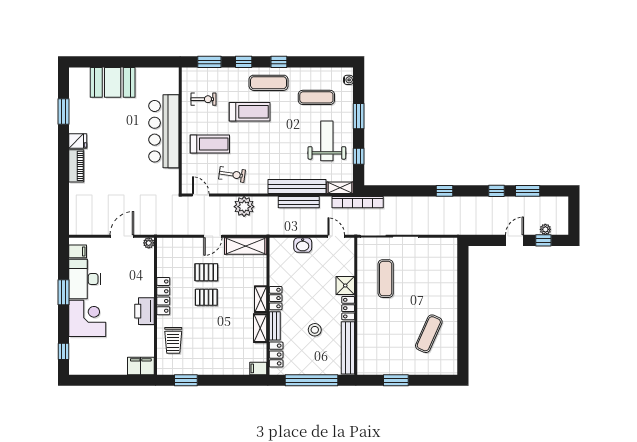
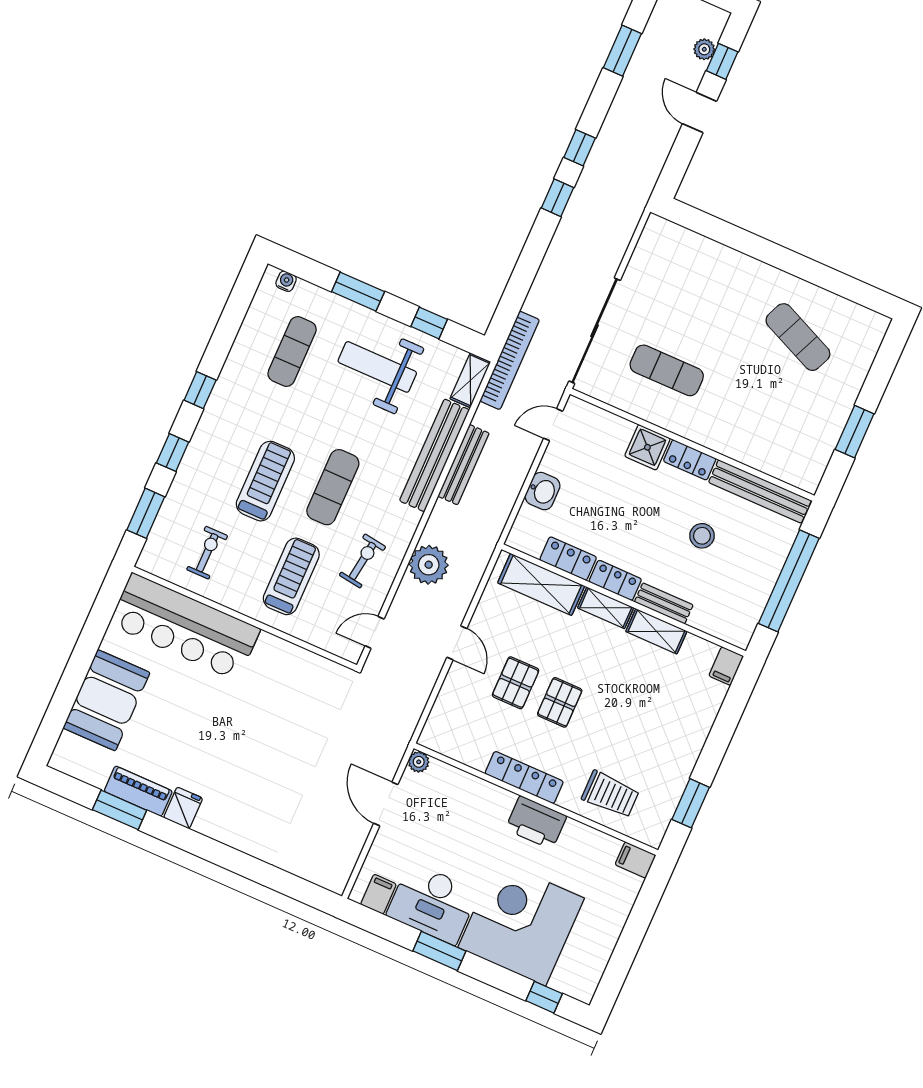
exercise mat: (269, 83) -> (333, 487), moved
bar counter: (164, 131) -> (185, 627), moved
piano: (76, 166) -> (138, 791), moved
window: (496, 191) -> (580, 148), moved
shelving: (246, 246) -> (541, 584), moved, turned 90
corner desk: (87, 318) -> (521, 923), width x1.36, depth x1.36
locker: (276, 355) -> (568, 559), moved
filing cabinet: (141, 366) -> (635, 860), width x0.50

